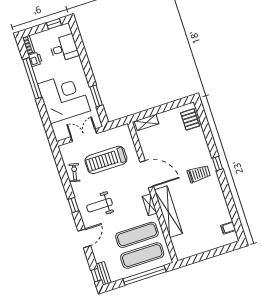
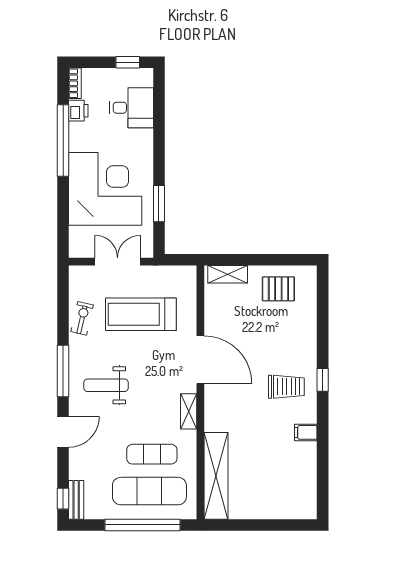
pallet: (190, 119) -> (278, 289), moved, turned 90
window: (73, 205) -> (63, 371), width x2.17
shelving: (168, 212) -> (216, 476), moved
filing cabinet: (228, 228) -> (306, 432), moved
exercise mat: (137, 235) -> (152, 454), width x0.73, depth x0.69

